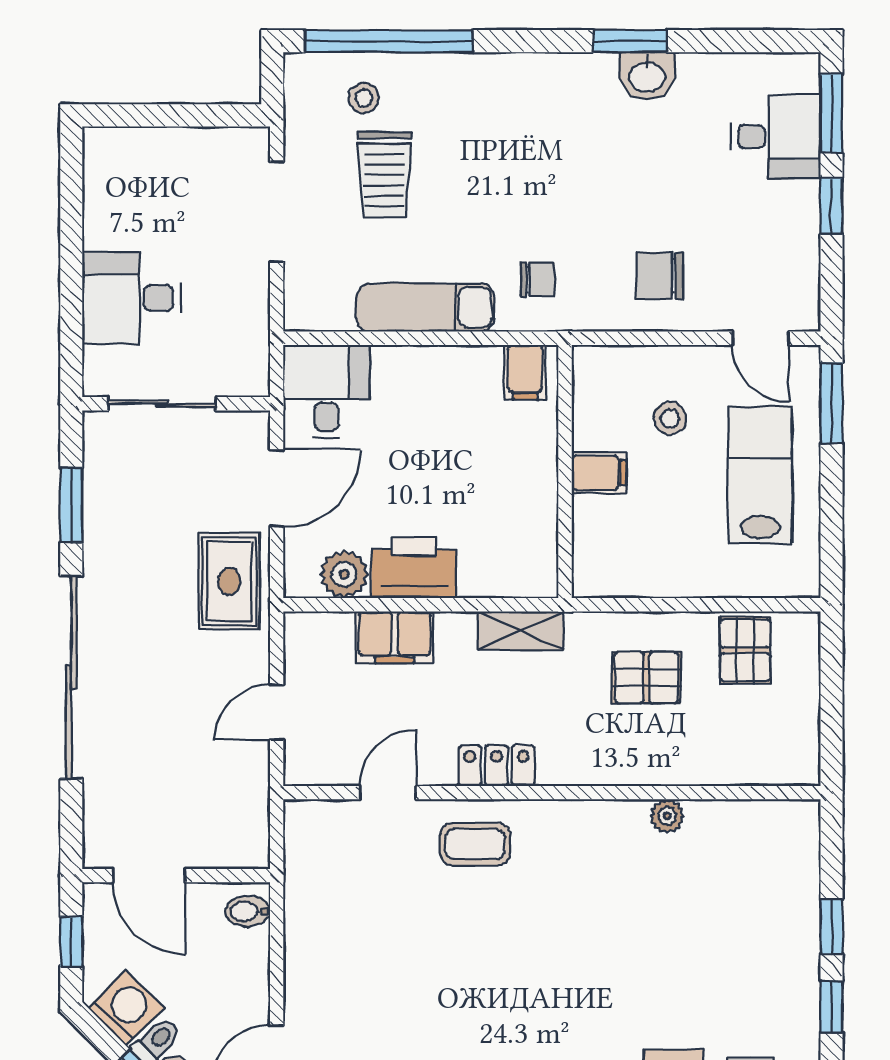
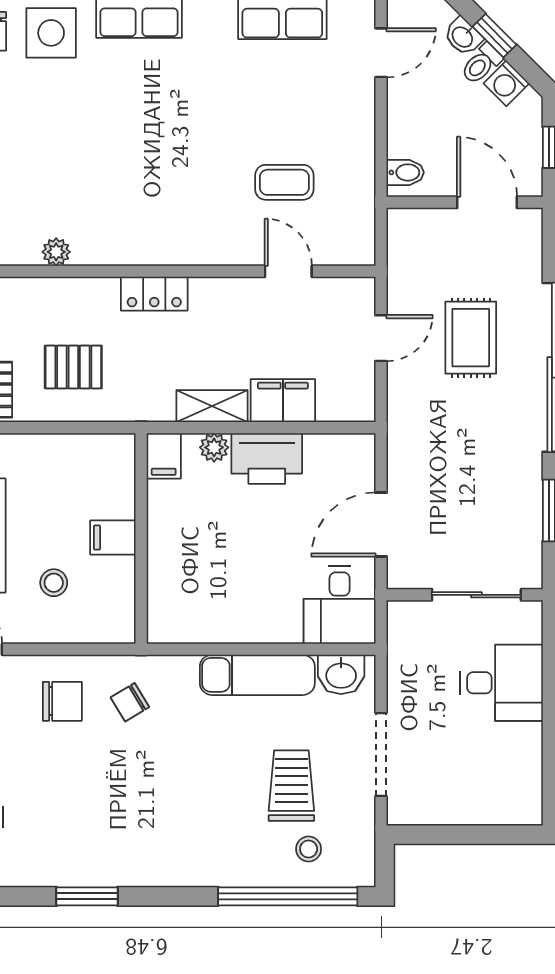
washbasin: (647, 76) -> (341, 674), moved, turned 180
chair: (538, 280) -> (130, 702), moved, turned -31
filing cabinet: (525, 372) -> (164, 456), moved, turned 180
plant: (344, 574) -> (214, 447), moved, width x0.73, depth x0.73
rug: (229, 581) -> (471, 338), moved
shelving: (521, 631) -> (212, 406), moved
locker: (496, 766) -> (154, 294), moved
door: (388, 793) -> (288, 271), swing flipped
coffee table: (475, 844) -> (284, 182), moved
washing machine: (126, 1008) -> (506, 83), width x0.73, depth x0.73

